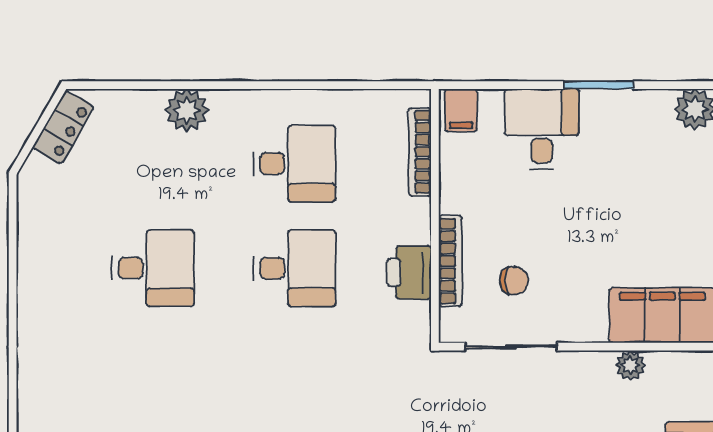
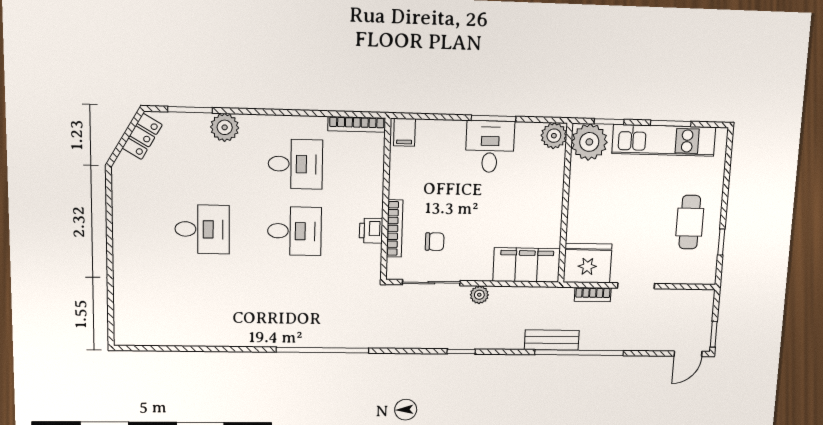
window: (135, 85) -> (190, 110), added
desk: (542, 129) -> (490, 147), moved
bookcase: (420, 152) -> (357, 124), moved, turned -90
printer: (409, 272) -> (371, 231), width x0.73, depth x0.81
plant: (630, 365) -> (479, 295), moved

